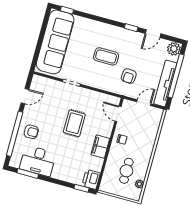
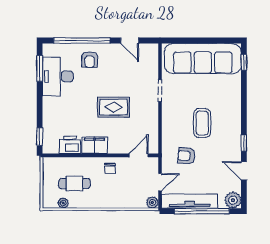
door: (144, 103) -> (160, 182), hinge flipped
plant: (158, 113) -> (152, 203), added
printer: (91, 179) -> (70, 145), moved

